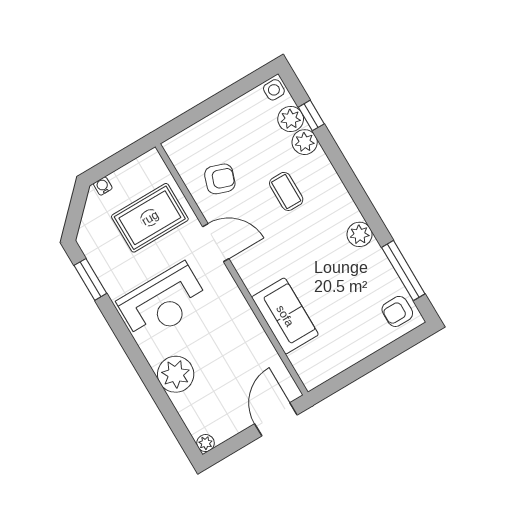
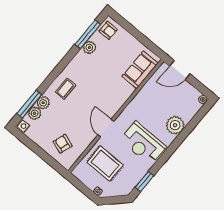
window: (311, 115) -> (29, 104), width x2.17
armchair: (220, 179) -> (63, 144), moved
coffee table: (286, 191) -> (66, 89), moved
plant: (360, 234) -> (89, 47), moved
reception desk: (163, 302) -> (143, 143), turned 180
sofa: (285, 316) -> (140, 70), moved

